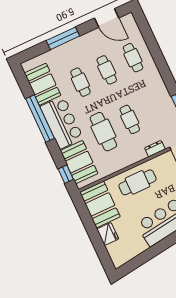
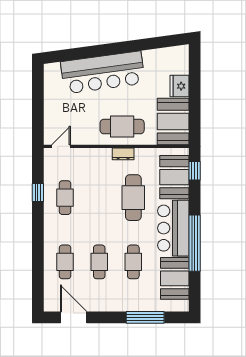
window: (63, 38) -> (145, 317), moved
cafe table: (130, 119) -> (65, 198), moved
dresser: (155, 149) -> (123, 154), moved

